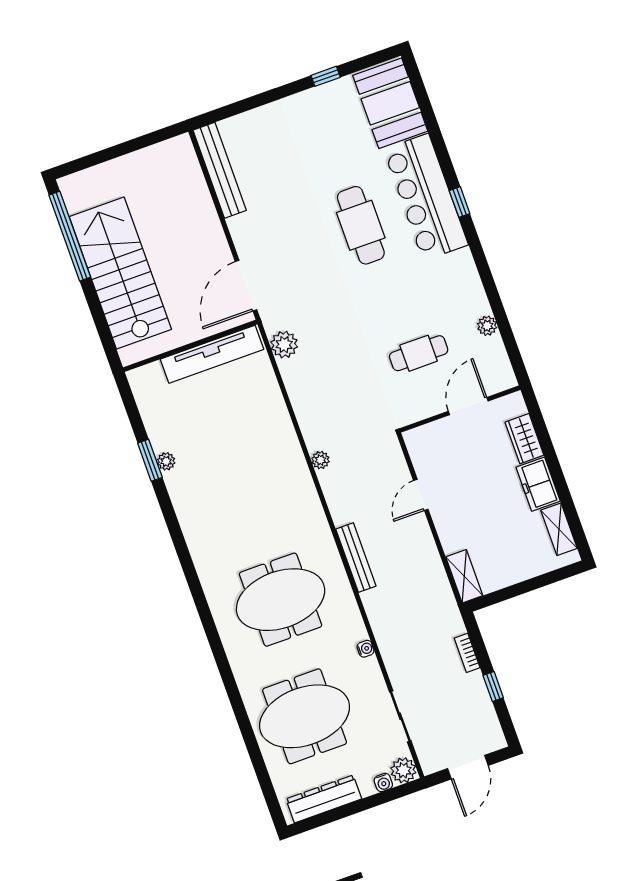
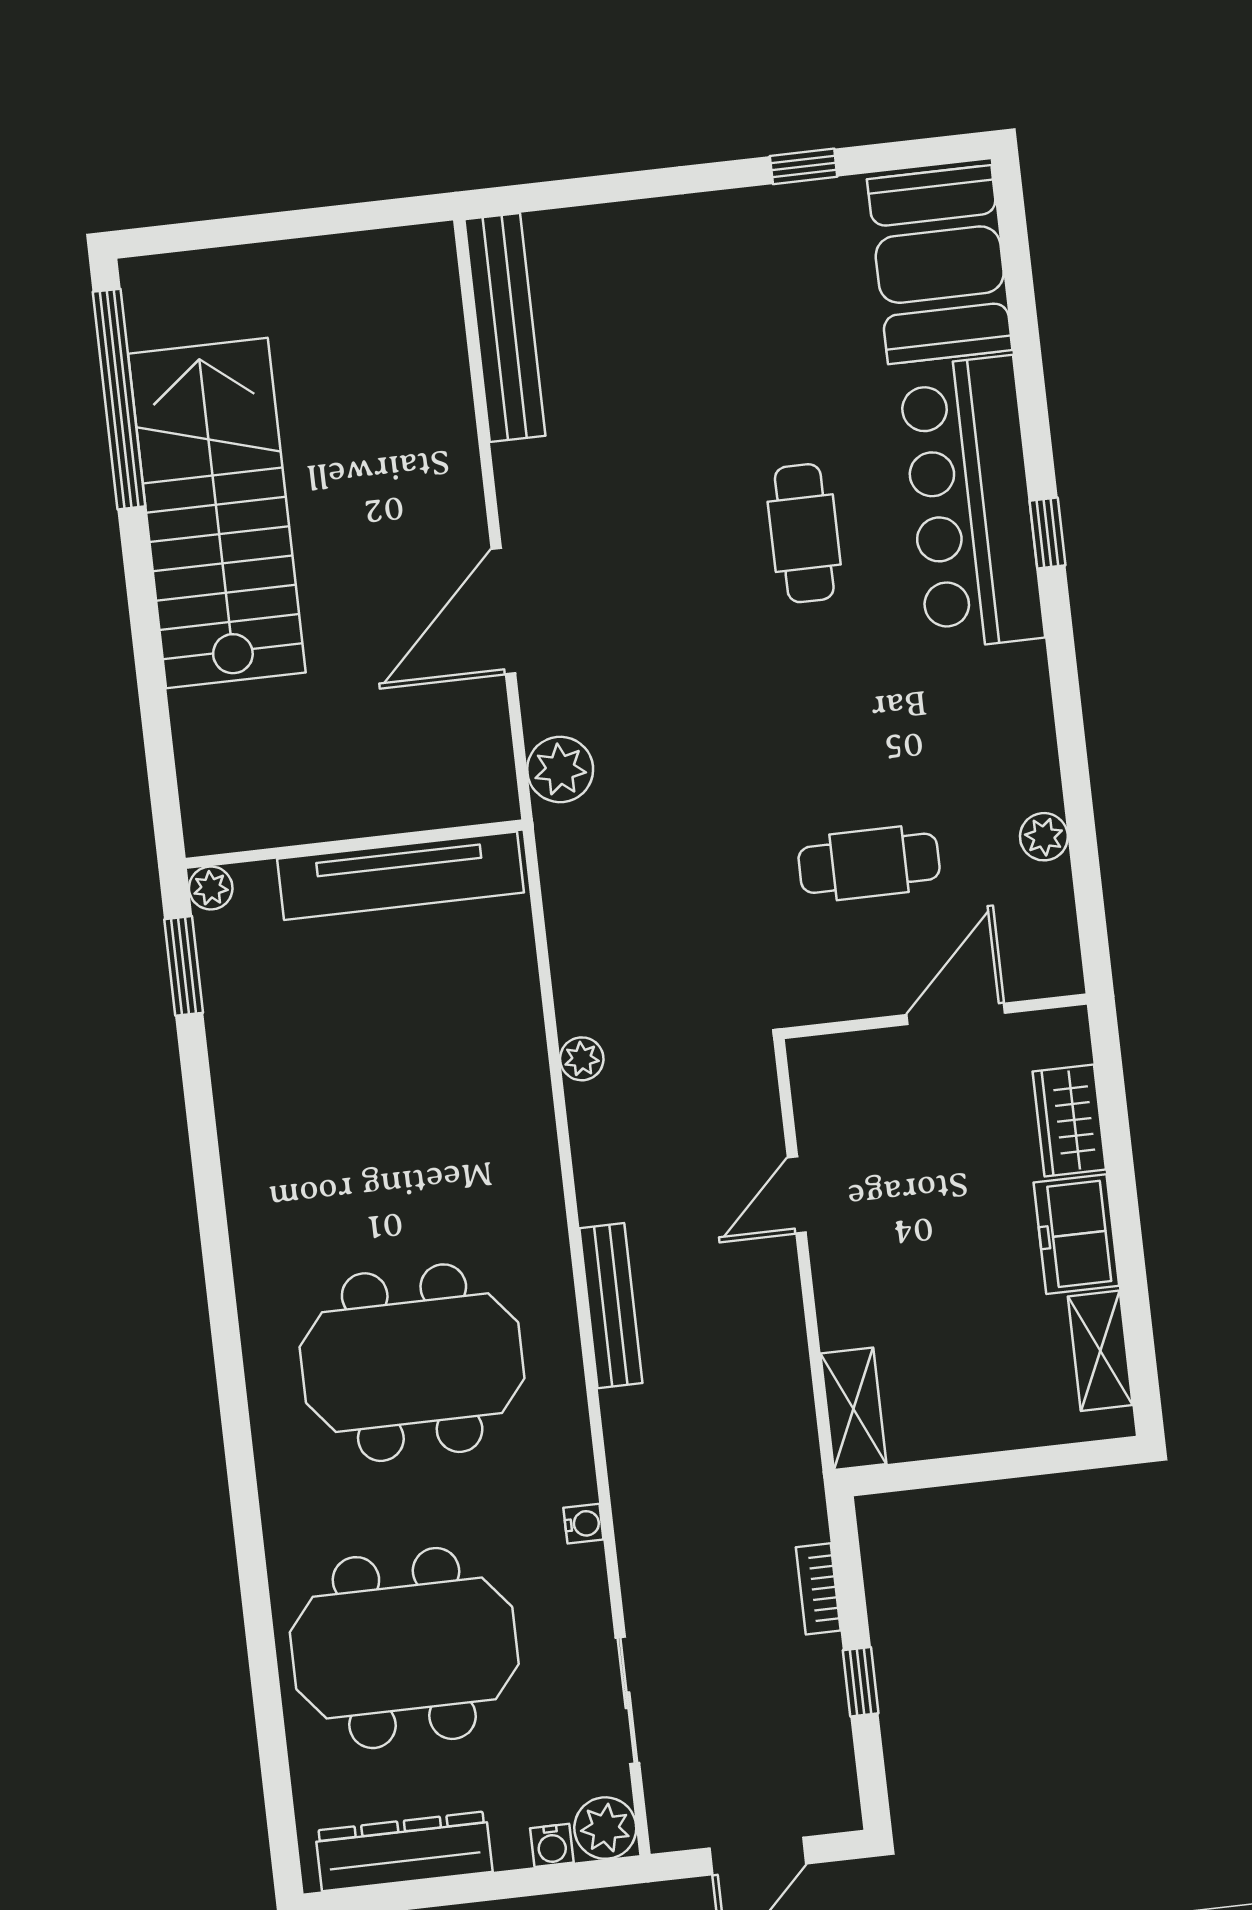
cafe table: (361, 225) -> (804, 533), width x0.73, depth x0.74
wall: (190, 346) -> (354, 844), moved
tv unit: (212, 354) -> (400, 876), moved
plant: (166, 461) -> (211, 888), moved

